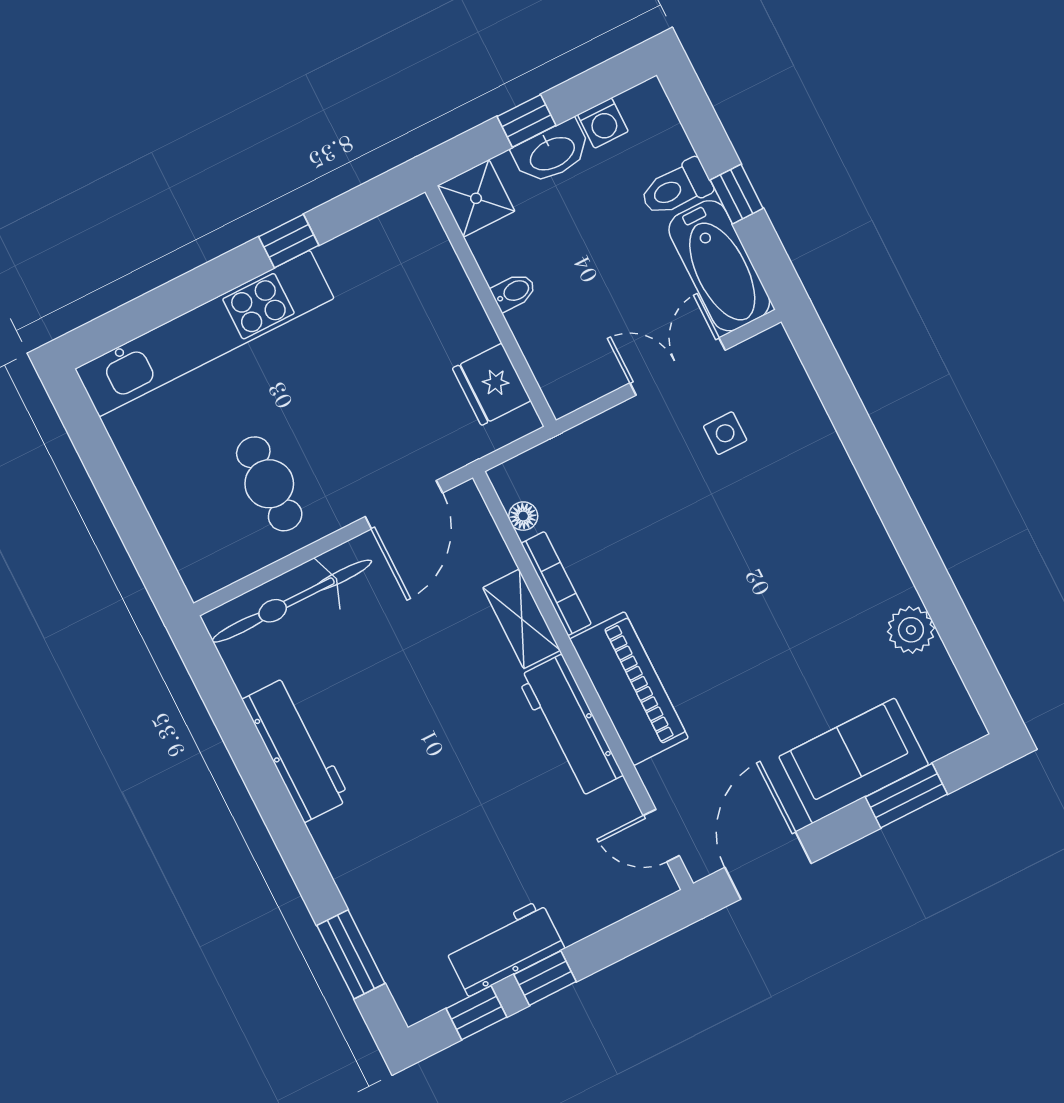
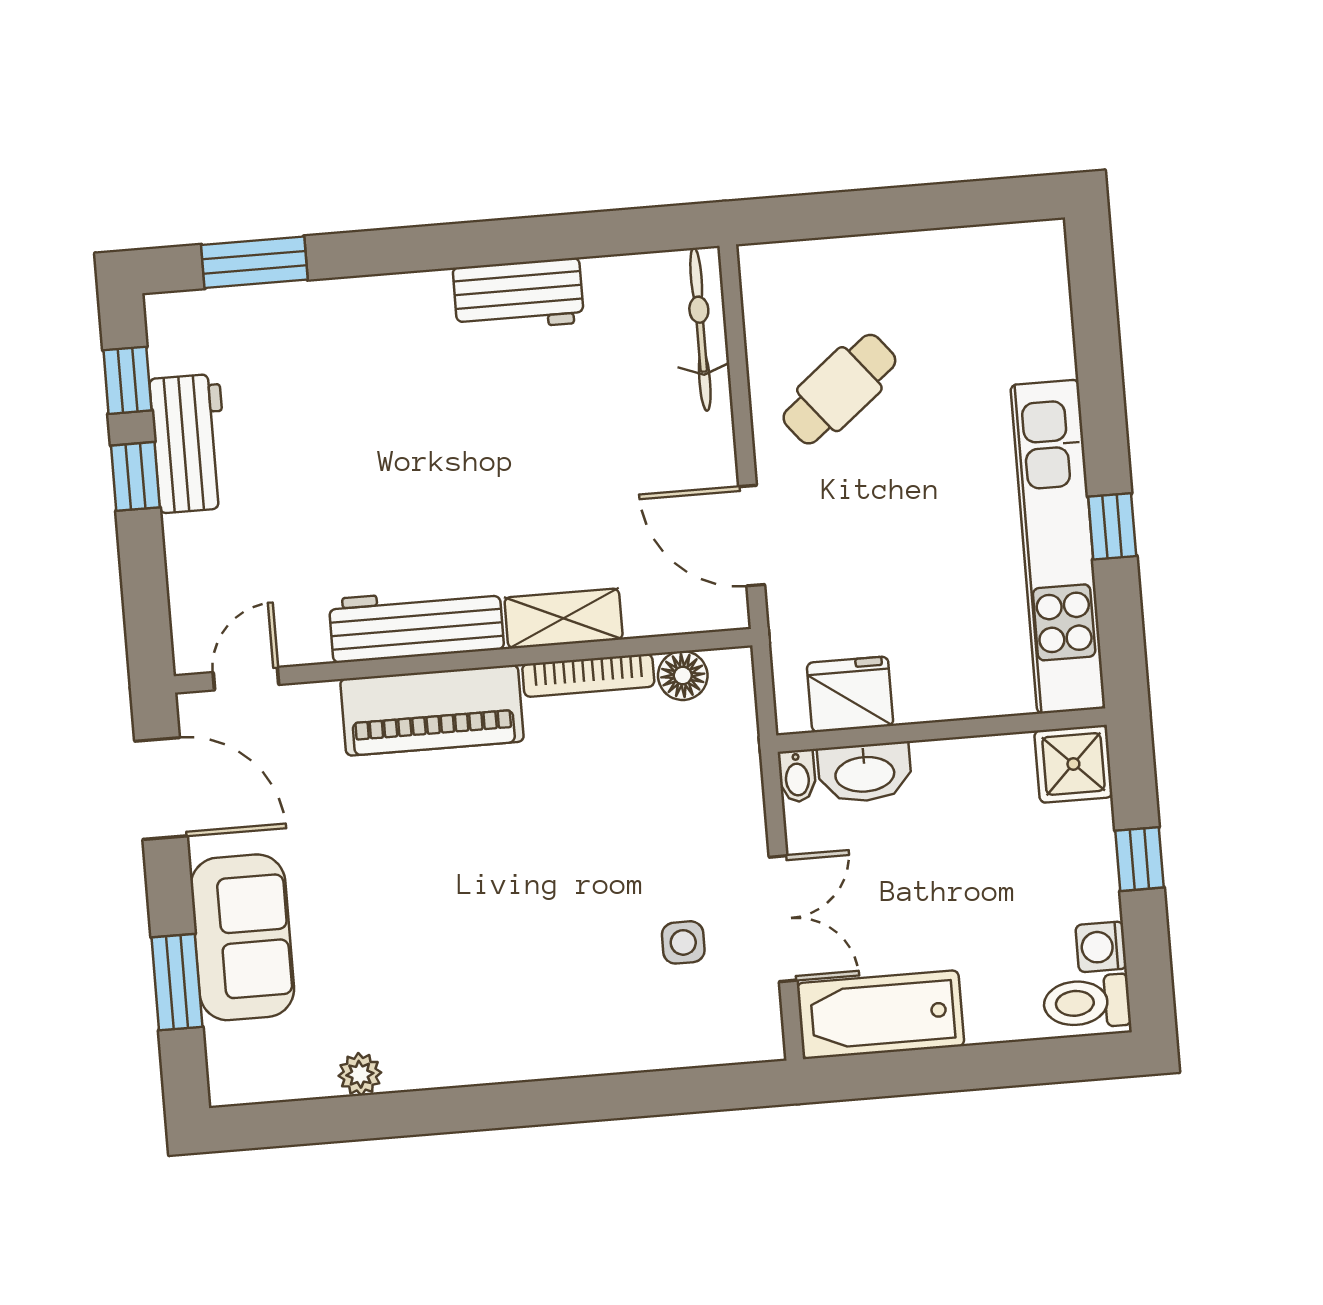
washbasin: (552, 153) -> (865, 773), moved, turned -90
toilet: (676, 188) -> (1087, 1002), moved, turned -90
window: (737, 194) -> (955, 1069), removed
bidet: (514, 292) -> (797, 776), moved
kitchen unit: (204, 334) -> (1058, 547), moved
cafe table: (269, 484) -> (839, 389), turned -39
floor lamp: (523, 516) -> (683, 676), width x1.37, depth x1.37
bicycle: (292, 601) -> (700, 329), width x0.73, depth x0.71
plant: (911, 630) -> (360, 1074), width x0.73, depth x0.73
workbench: (296, 749) -> (518, 295), width x0.73

